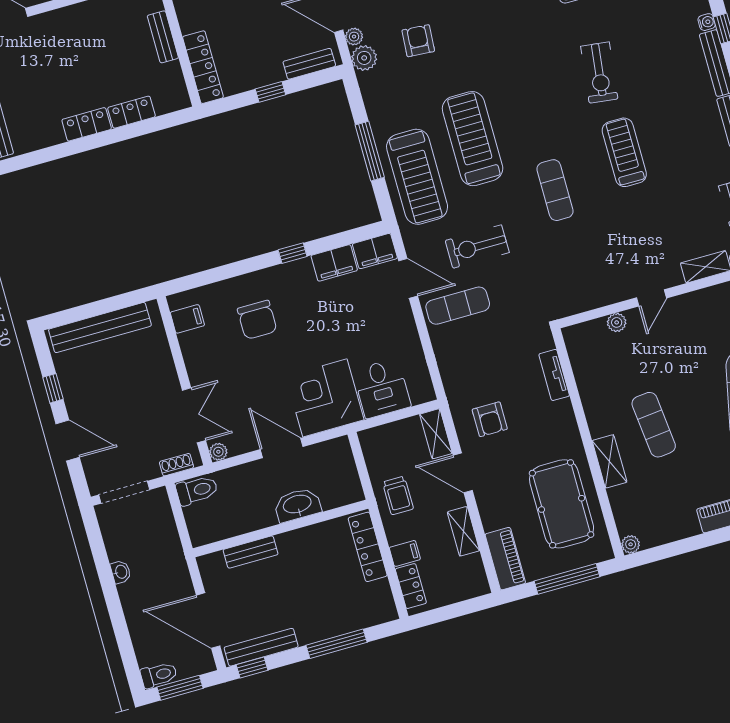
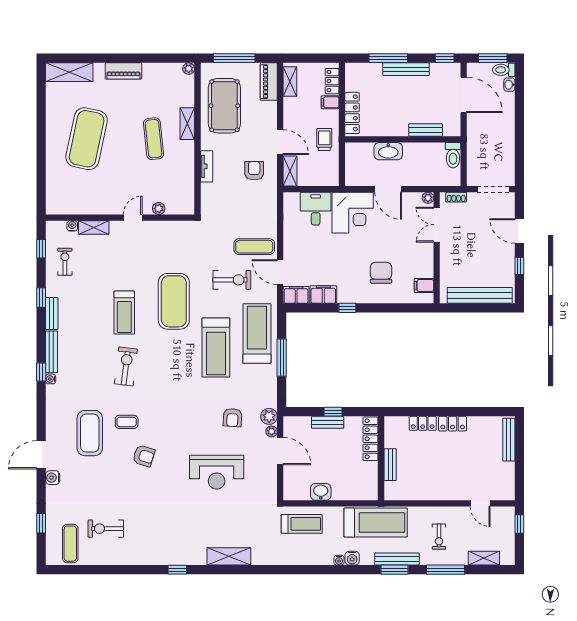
bench: (309, 64) -> (328, 422), moved
exercise mat: (555, 190) -> (174, 301), width x2.00, depth x1.45
tv unit: (554, 375) -> (207, 166), moved
toilet: (197, 490) -> (453, 155), moved, turned -90
shelving: (463, 531) -> (290, 81), moved
washbasin: (121, 572) -> (509, 85), moved
bench: (261, 647) -> (406, 69), moved

